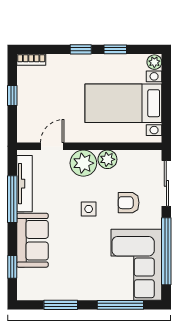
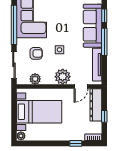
window: (81, 49) -> (76, 143), moved
window: (115, 49) -> (44, 143), removed
dresser: (27, 115) -> (96, 105), added
plant: (107, 159) -> (35, 79), moved
window: (12, 199) -> (104, 42), moved
sofa: (32, 240) -> (92, 26), width x1.36

